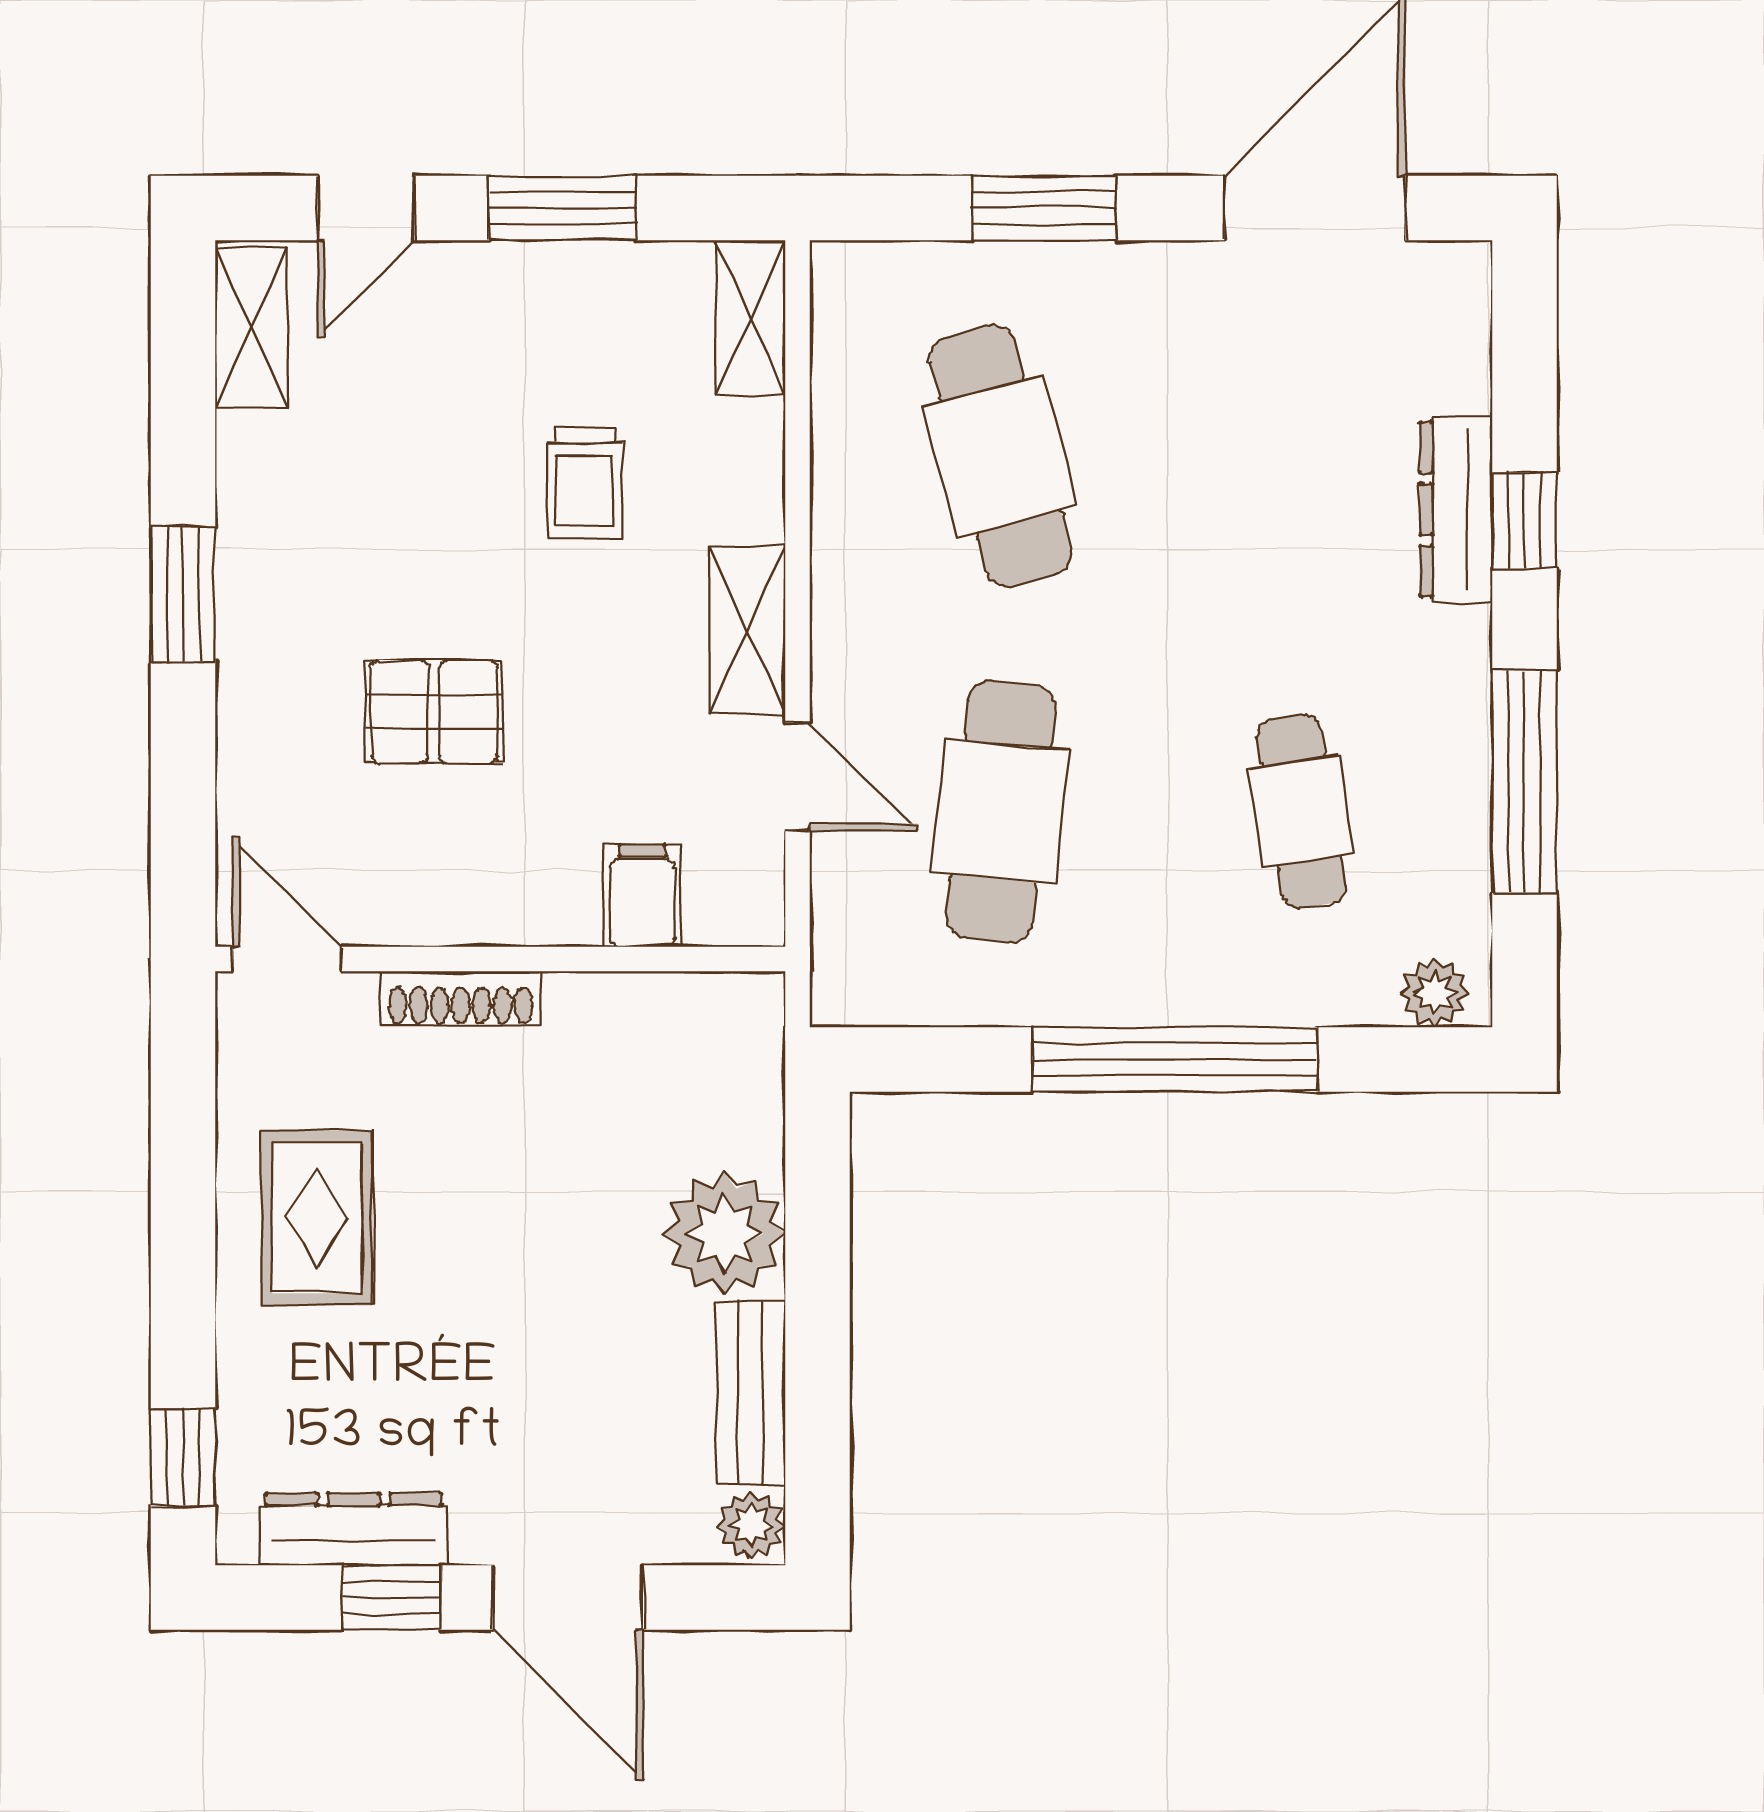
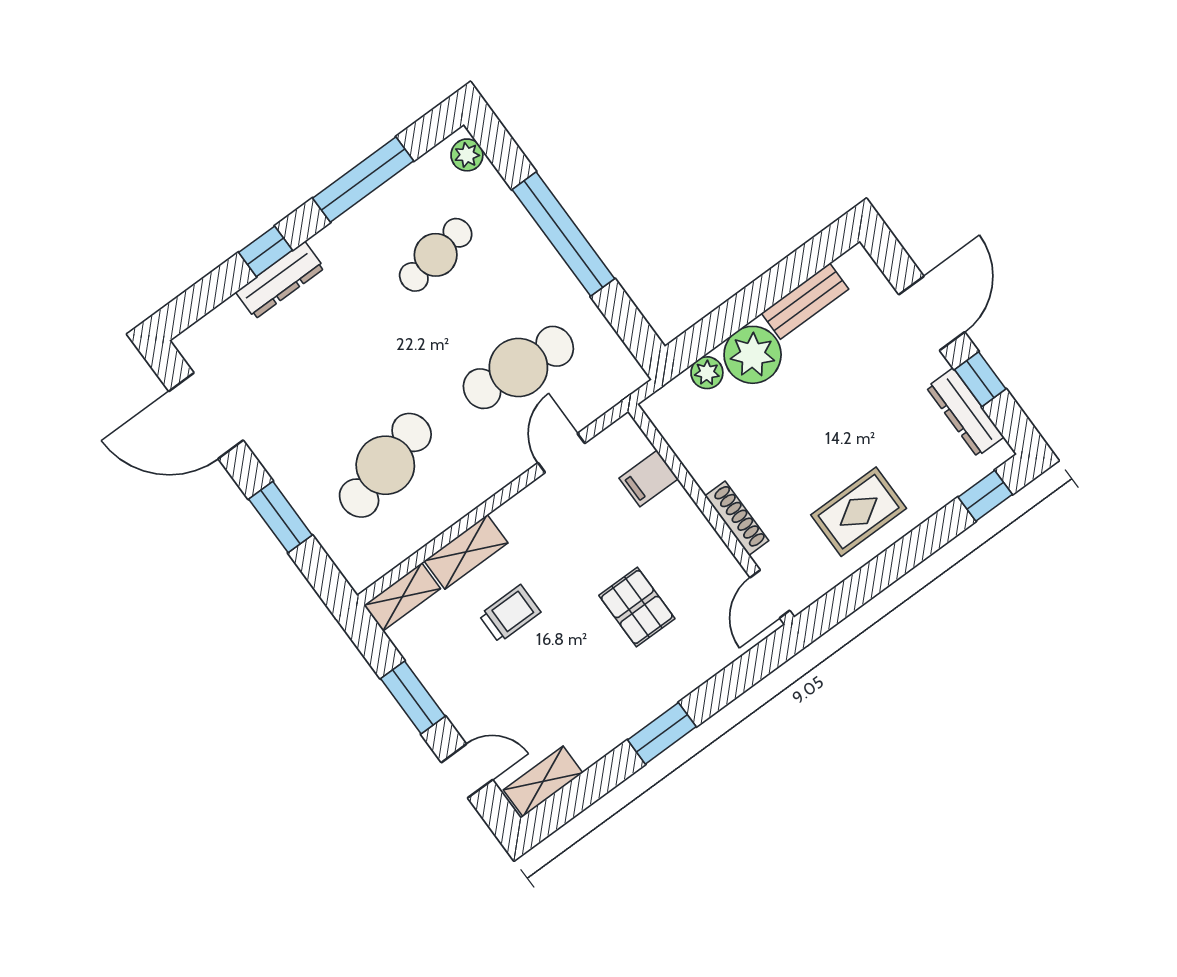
shelving: (747, 631) -> (466, 552), moved
plant: (751, 1525) -> (707, 373), moved

